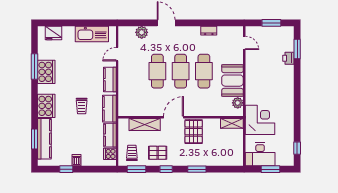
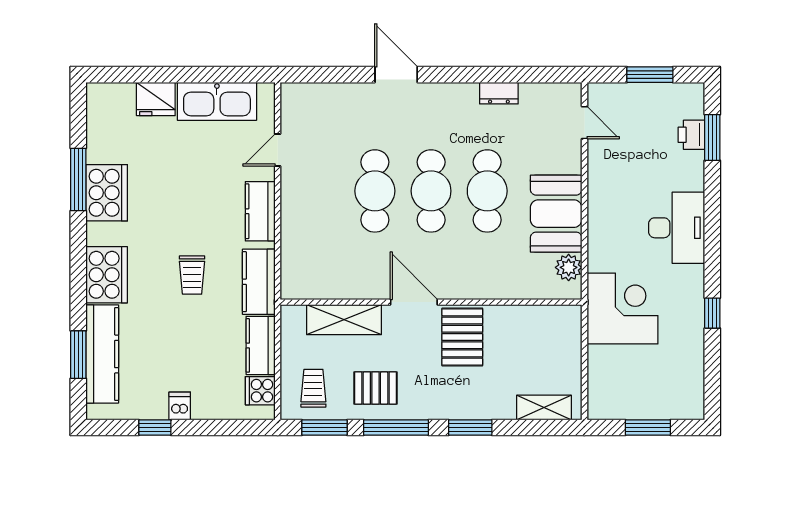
plant: (142, 32) -> (337, 97), removed
fridge: (53, 33) -> (156, 99), moved
printer: (288, 58) -> (691, 135), moved
door: (174, 117) -> (414, 302), hinge flipped
shelving: (232, 123) -> (544, 408), moved
window: (297, 148) -> (712, 313), moved
desk: (260, 154) -> (677, 228), moved, turned -90
window: (166, 169) -> (396, 427), width x2.17

